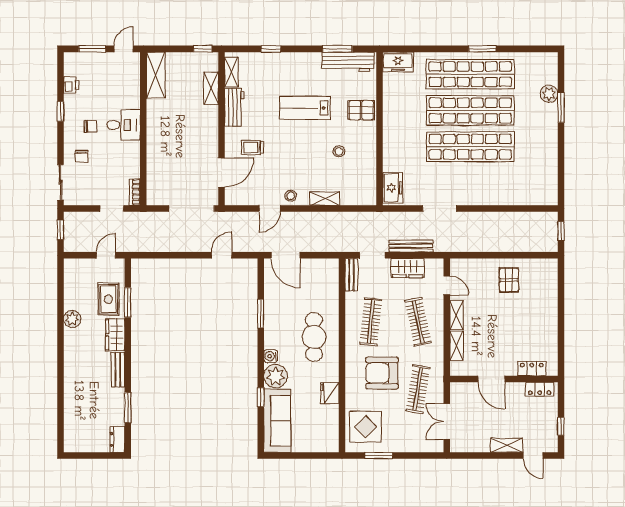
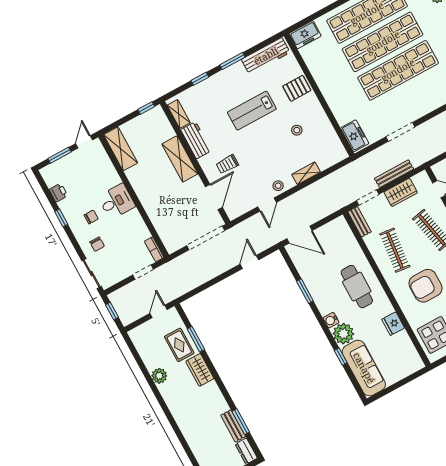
window: (337, 49) -> (232, 61), moved
shelving: (211, 88) -> (180, 159), moved, width x1.50, depth x1.33
bench: (118, 370) -> (233, 426), moved

